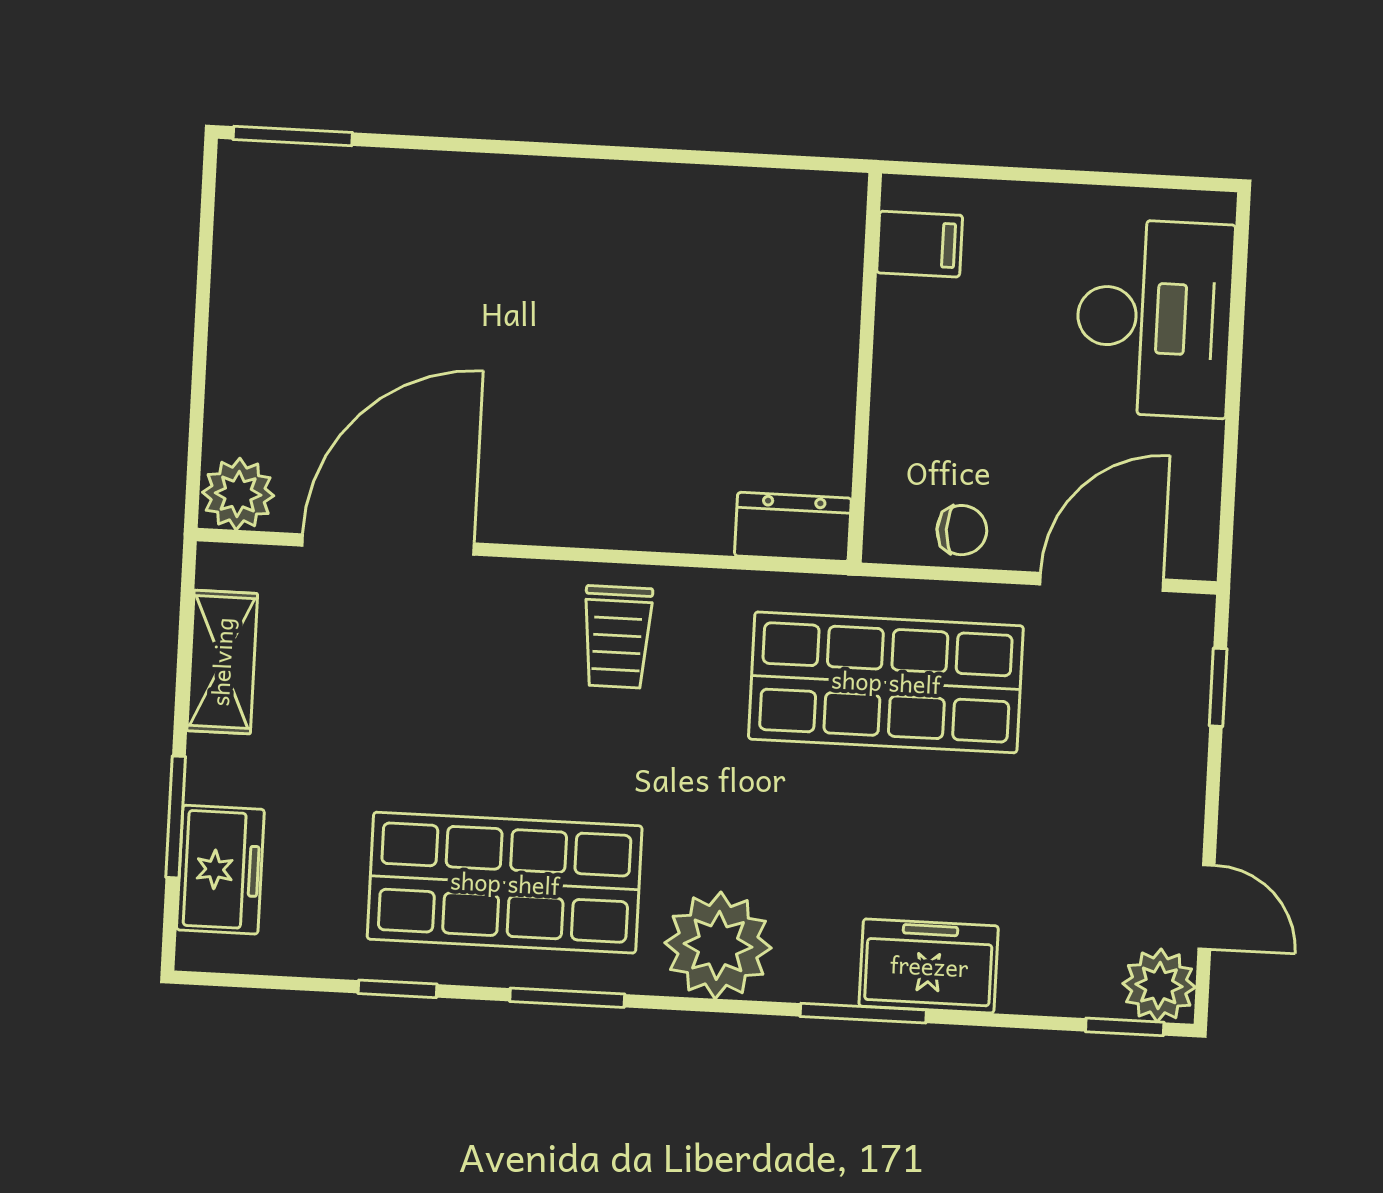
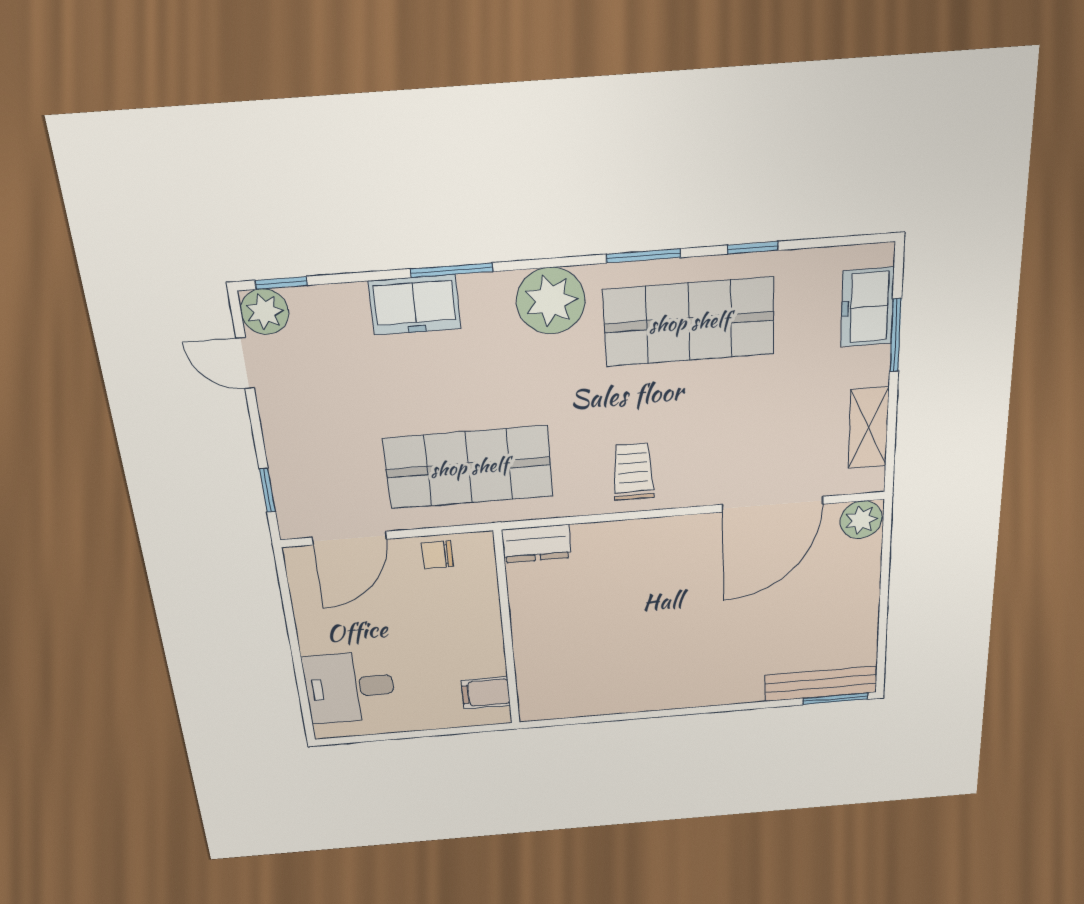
bench: (318, 173) -> (821, 684), added
desk: (1154, 318) -> (350, 687), width x0.73

